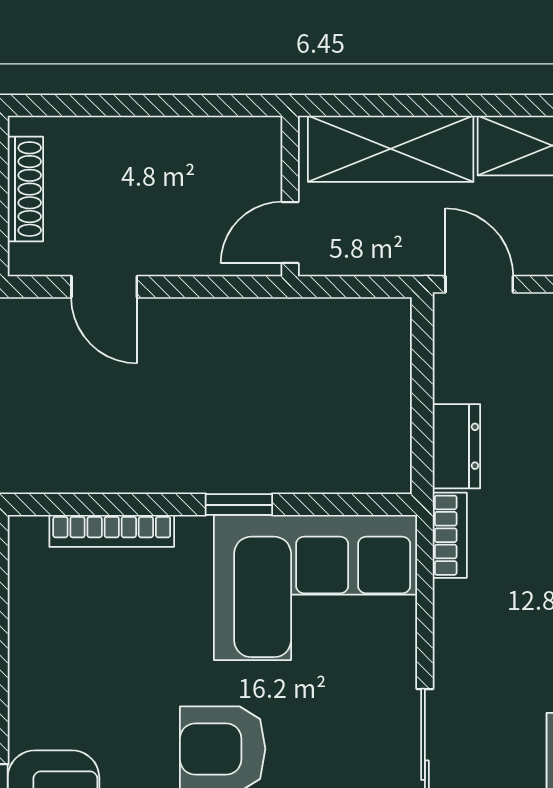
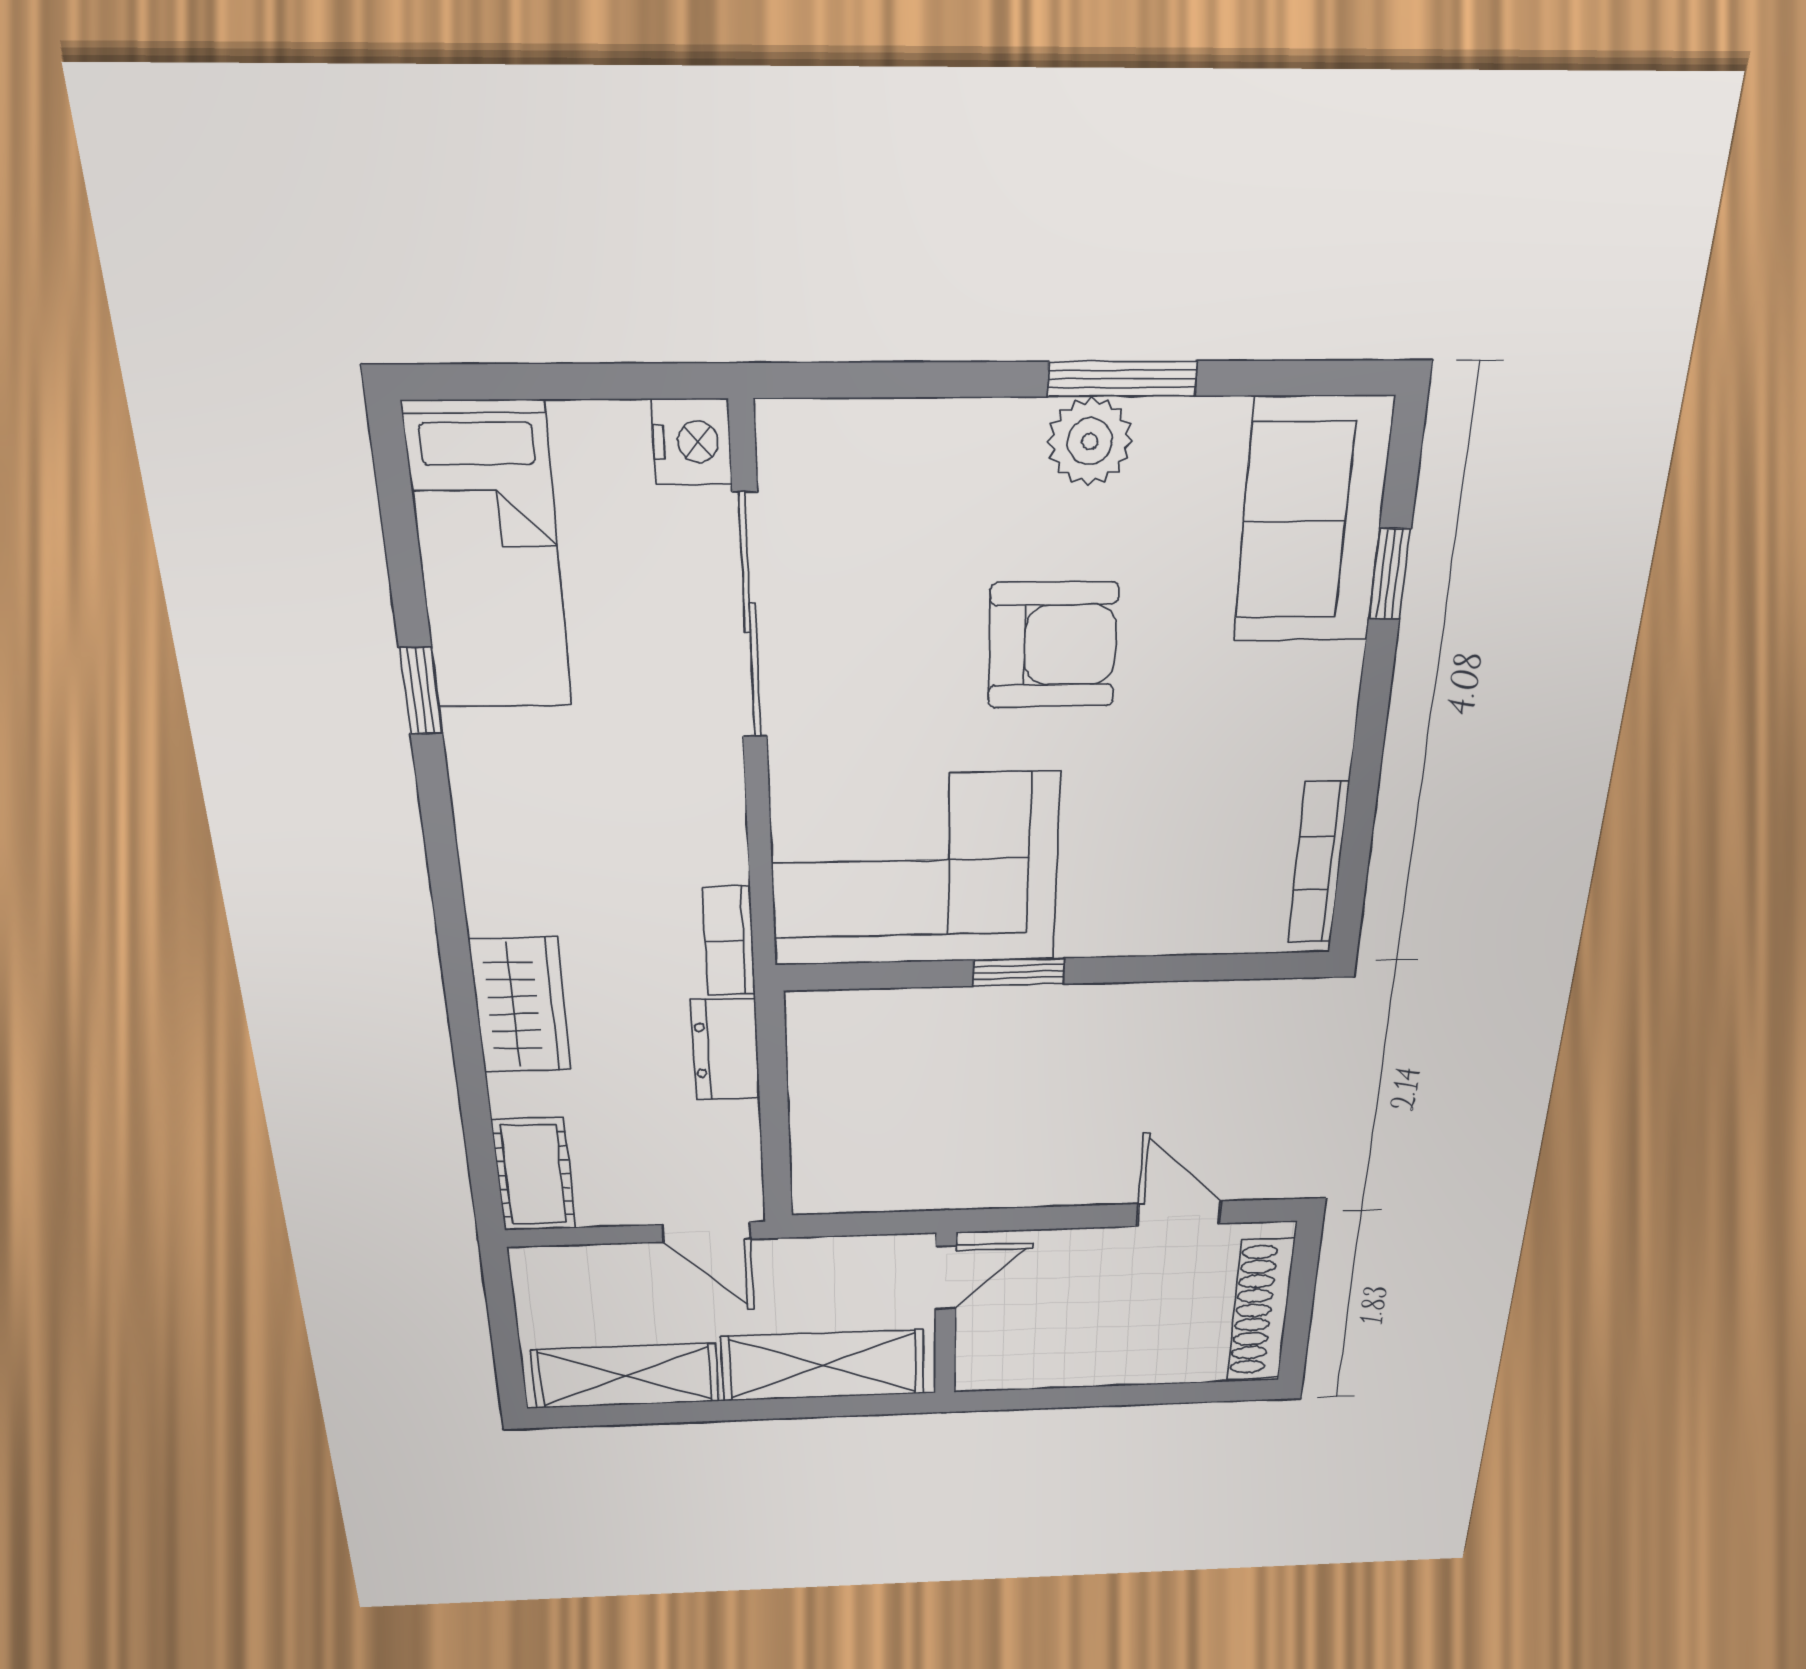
shoe rack: (25, 189) -> (1261, 1310), width x1.36, depth x1.24
bookcase: (112, 531) -> (1318, 863), moved, turned -90

